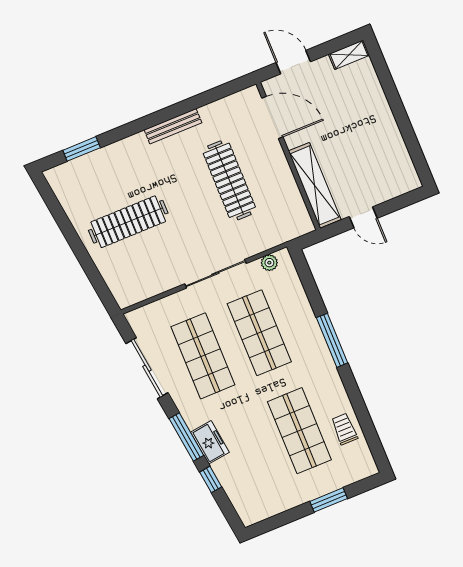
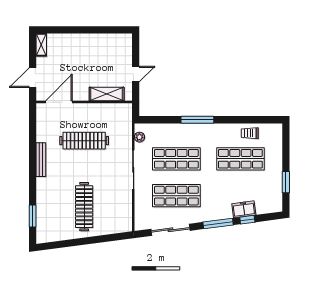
shelving: (315, 185) -> (107, 94), width x0.68
freezer: (210, 442) -> (244, 209), moved
window: (329, 500) -> (286, 182), moved

